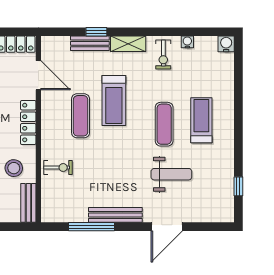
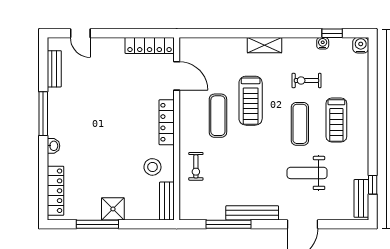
window: (96, 32) -> (332, 33), moved
bench: (90, 43) -> (361, 198), moved, turned 90
exercise bike: (163, 54) -> (307, 81), moved, turned 90
treadmill: (201, 120) -> (336, 120), turned 180
exercise bike: (58, 168) -> (196, 166), turned 90
weight bench: (171, 174) -> (307, 173), turned 180

